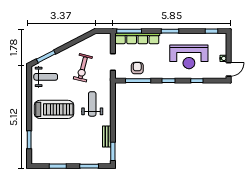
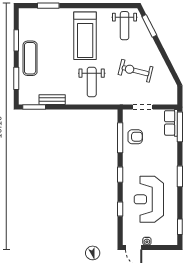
row of seats: (137, 38) -> (171, 123), width x0.50
weight bench: (92, 104) -> (92, 82), turned 90
exercise mat: (73, 155) -> (30, 58), added

